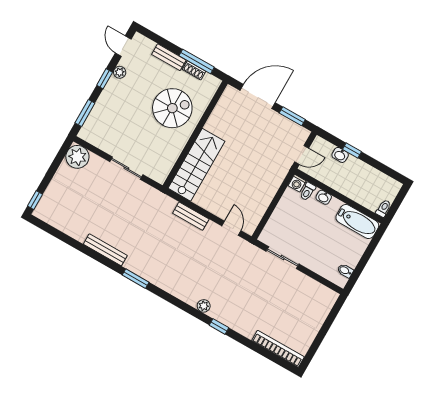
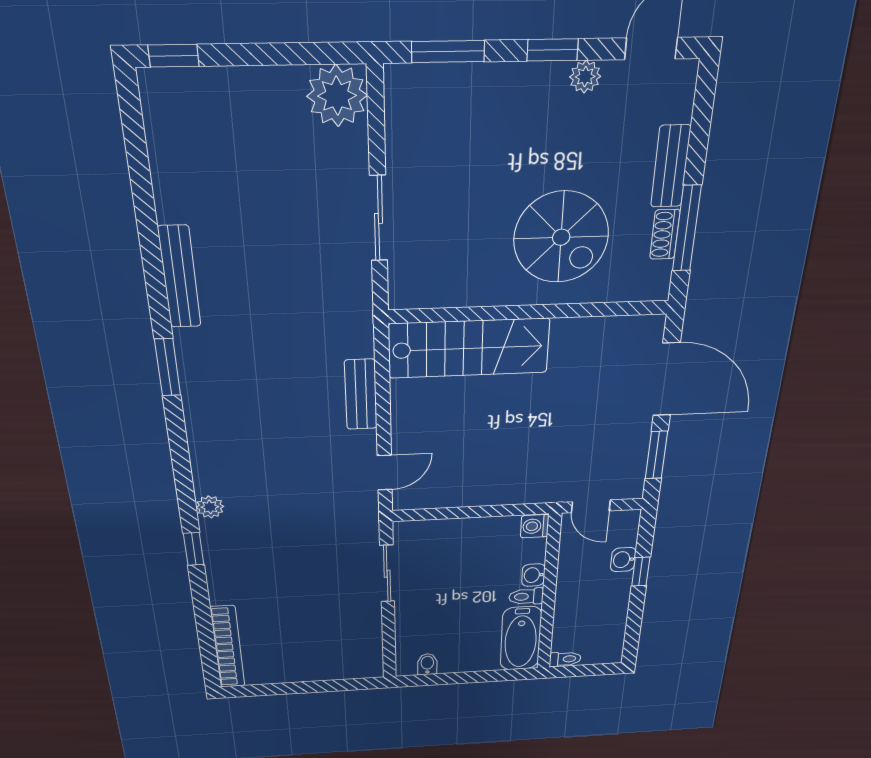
toilet: (308, 191) -> (526, 596), moved

